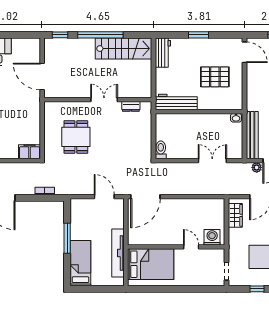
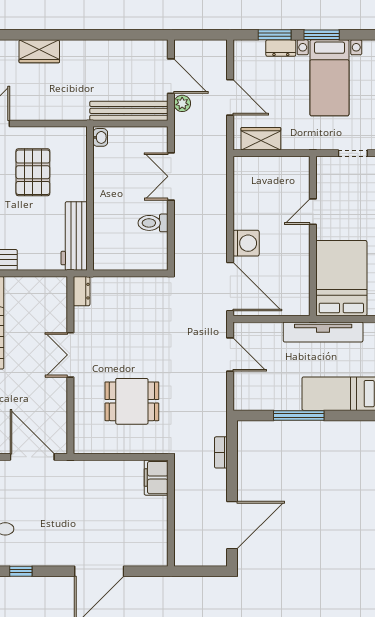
door: (42, 76) -> (32, 457), swing flipped
dresser: (131, 106) -> (82, 291), moved
toilet: (161, 150) -> (153, 223), moved
door: (104, 197) -> (230, 354), swing flipped
washing machine: (212, 237) -> (246, 243), moved, turned 180

